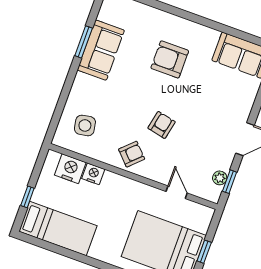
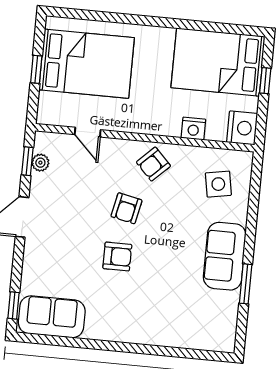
sofa: (101, 50) -> (225, 256), moved
armchair: (170, 59) -> (117, 256), moved, width x0.72, depth x0.72
nightstand: (70, 169) -> (242, 128), moved, turned -90
bed: (58, 228) -> (218, 62), width x1.50

